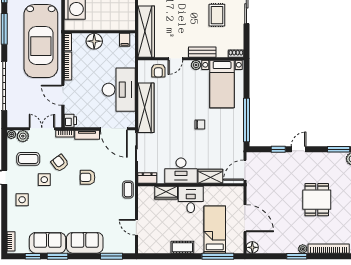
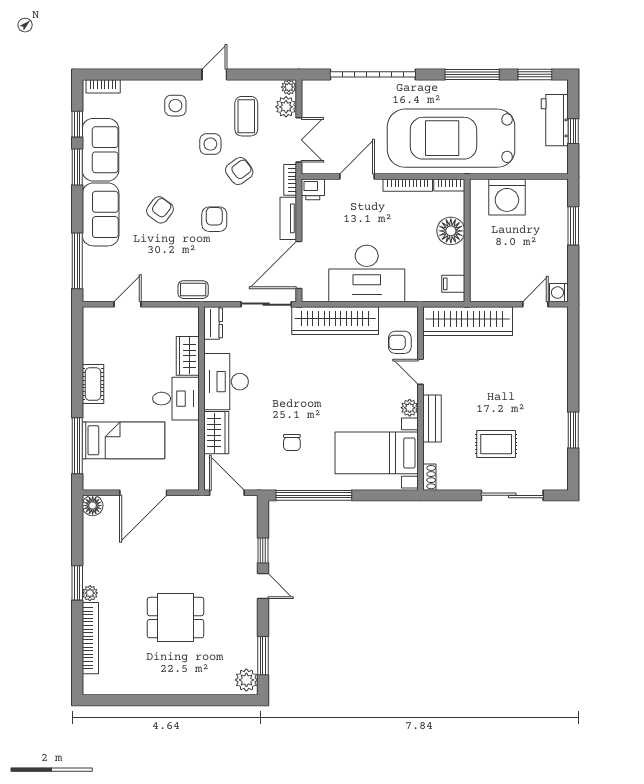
chair: (200, 124) -> (292, 442), moved
armchair: (82, 209) -> (160, 210), added
window: (111, 256) -> (77, 261), width x1.44

